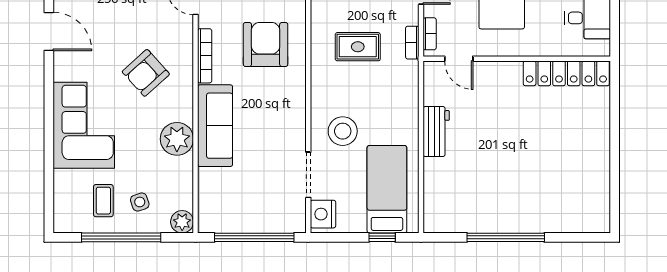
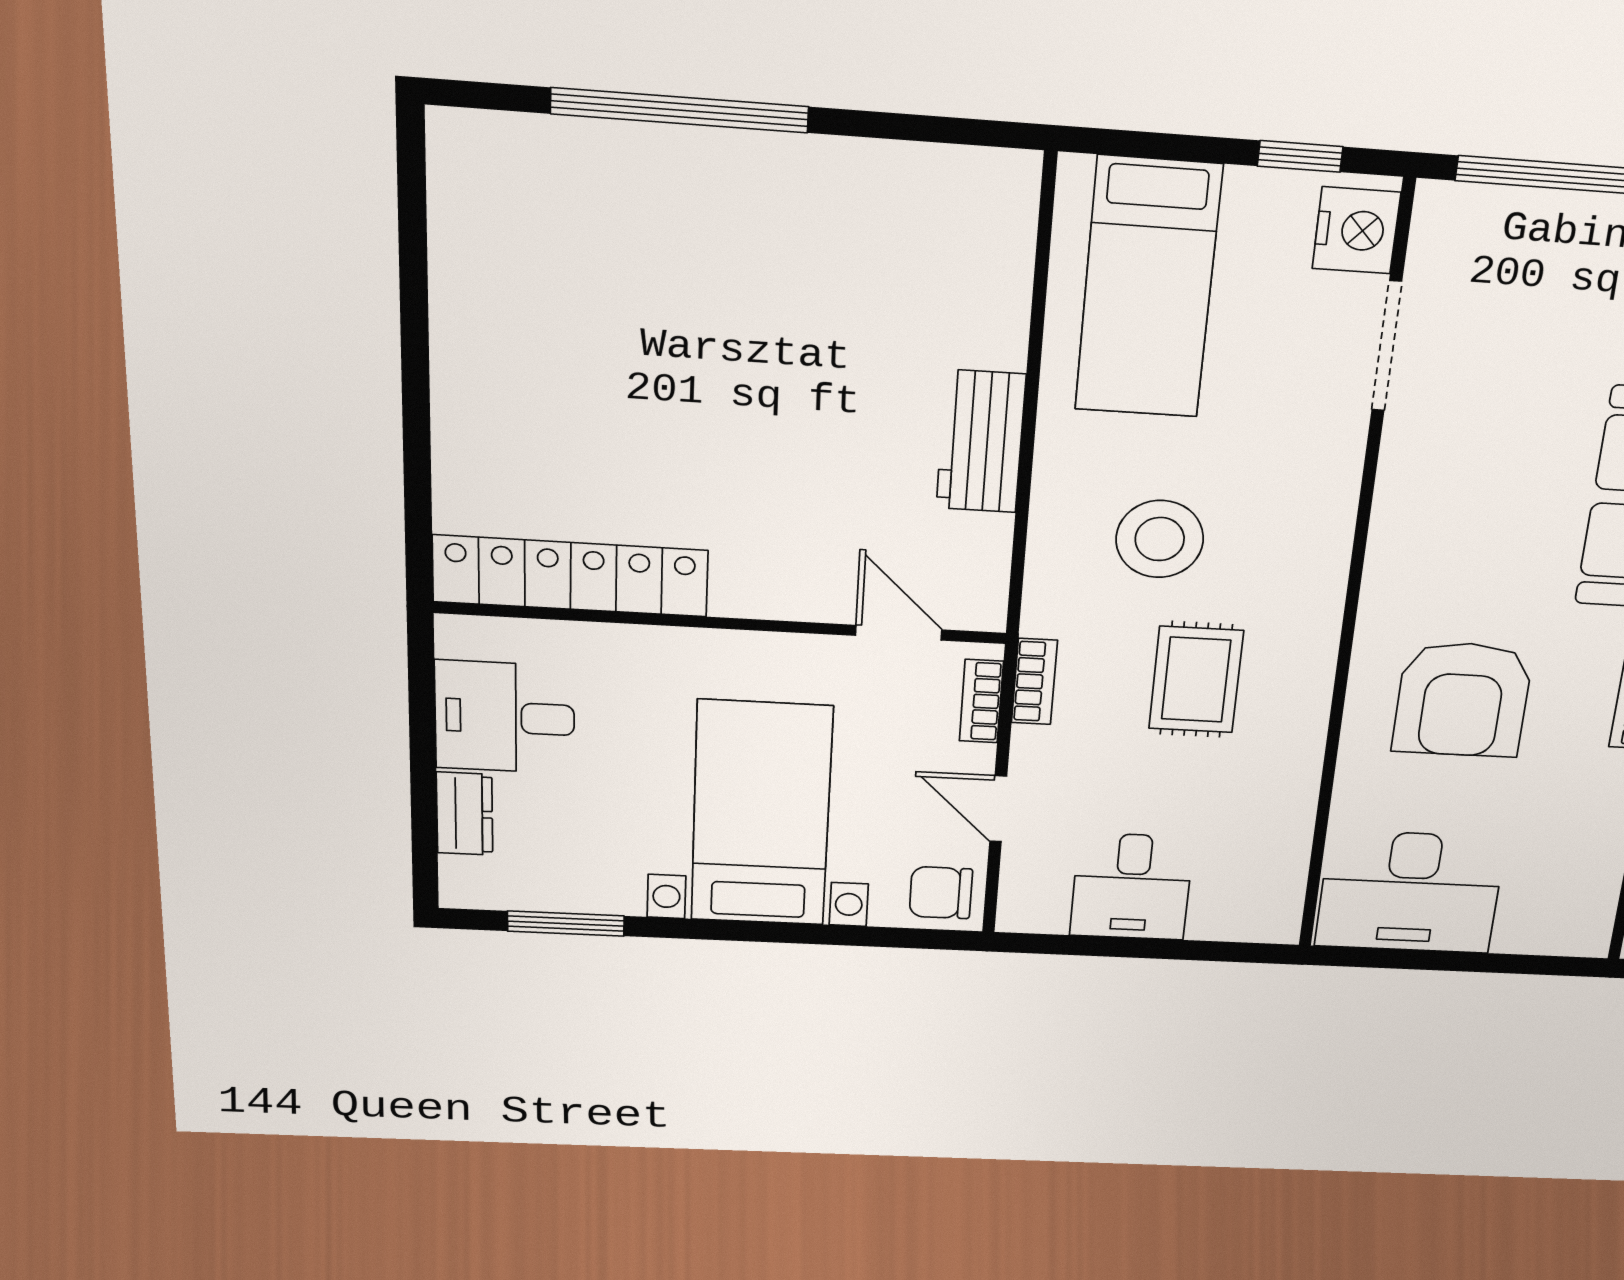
rug: (358, 47) -> (1196, 680), turned 90
stool: (343, 131) -> (1160, 539), moved
window: (382, 237) -> (1300, 156), moved
window: (506, 237) -> (680, 110), moved

